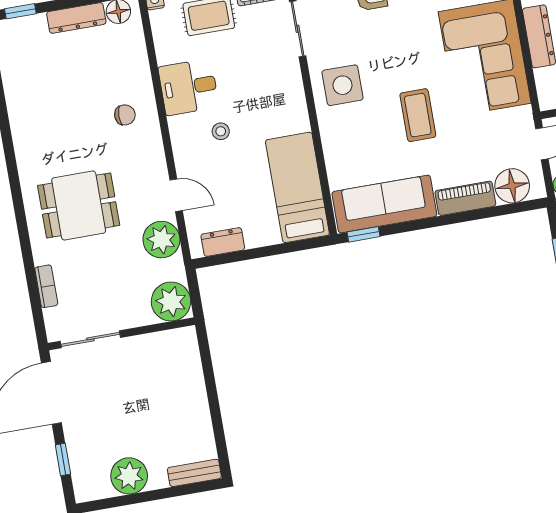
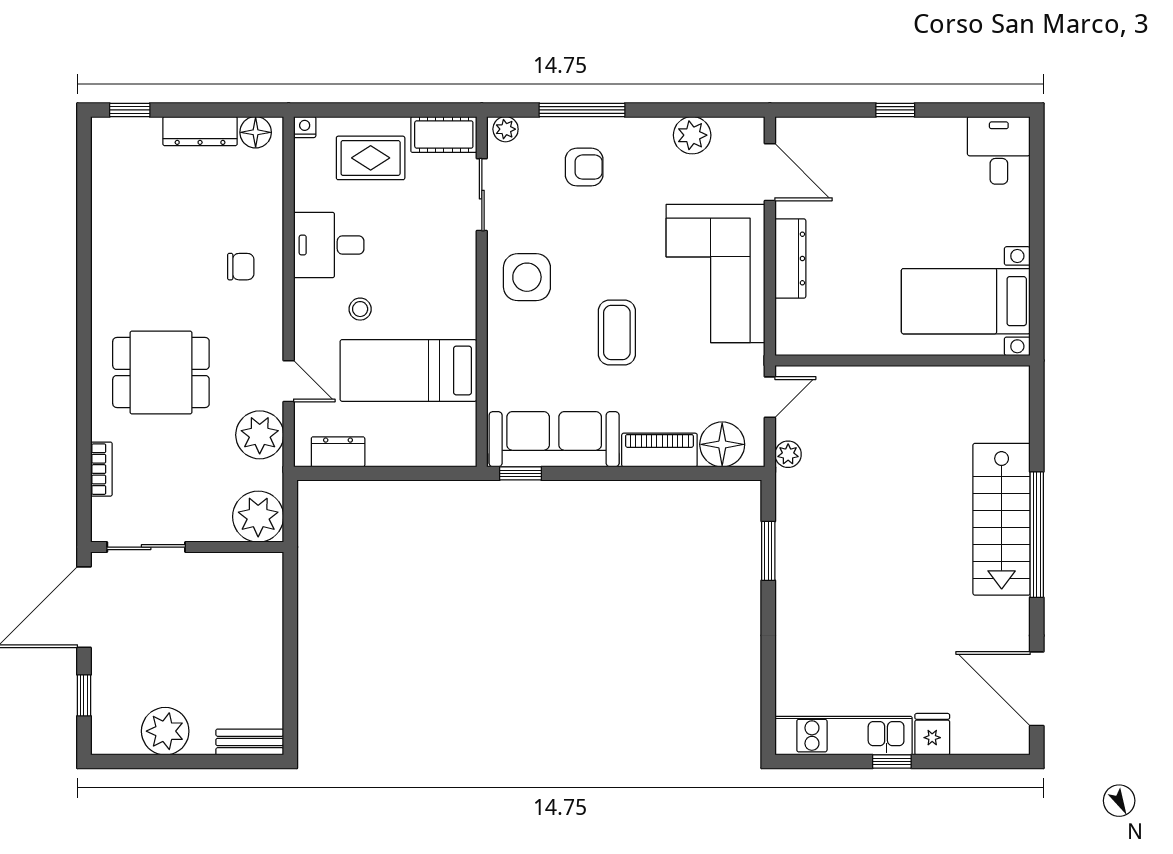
bed: (297, 187) -> (408, 370), moved, turned -90

